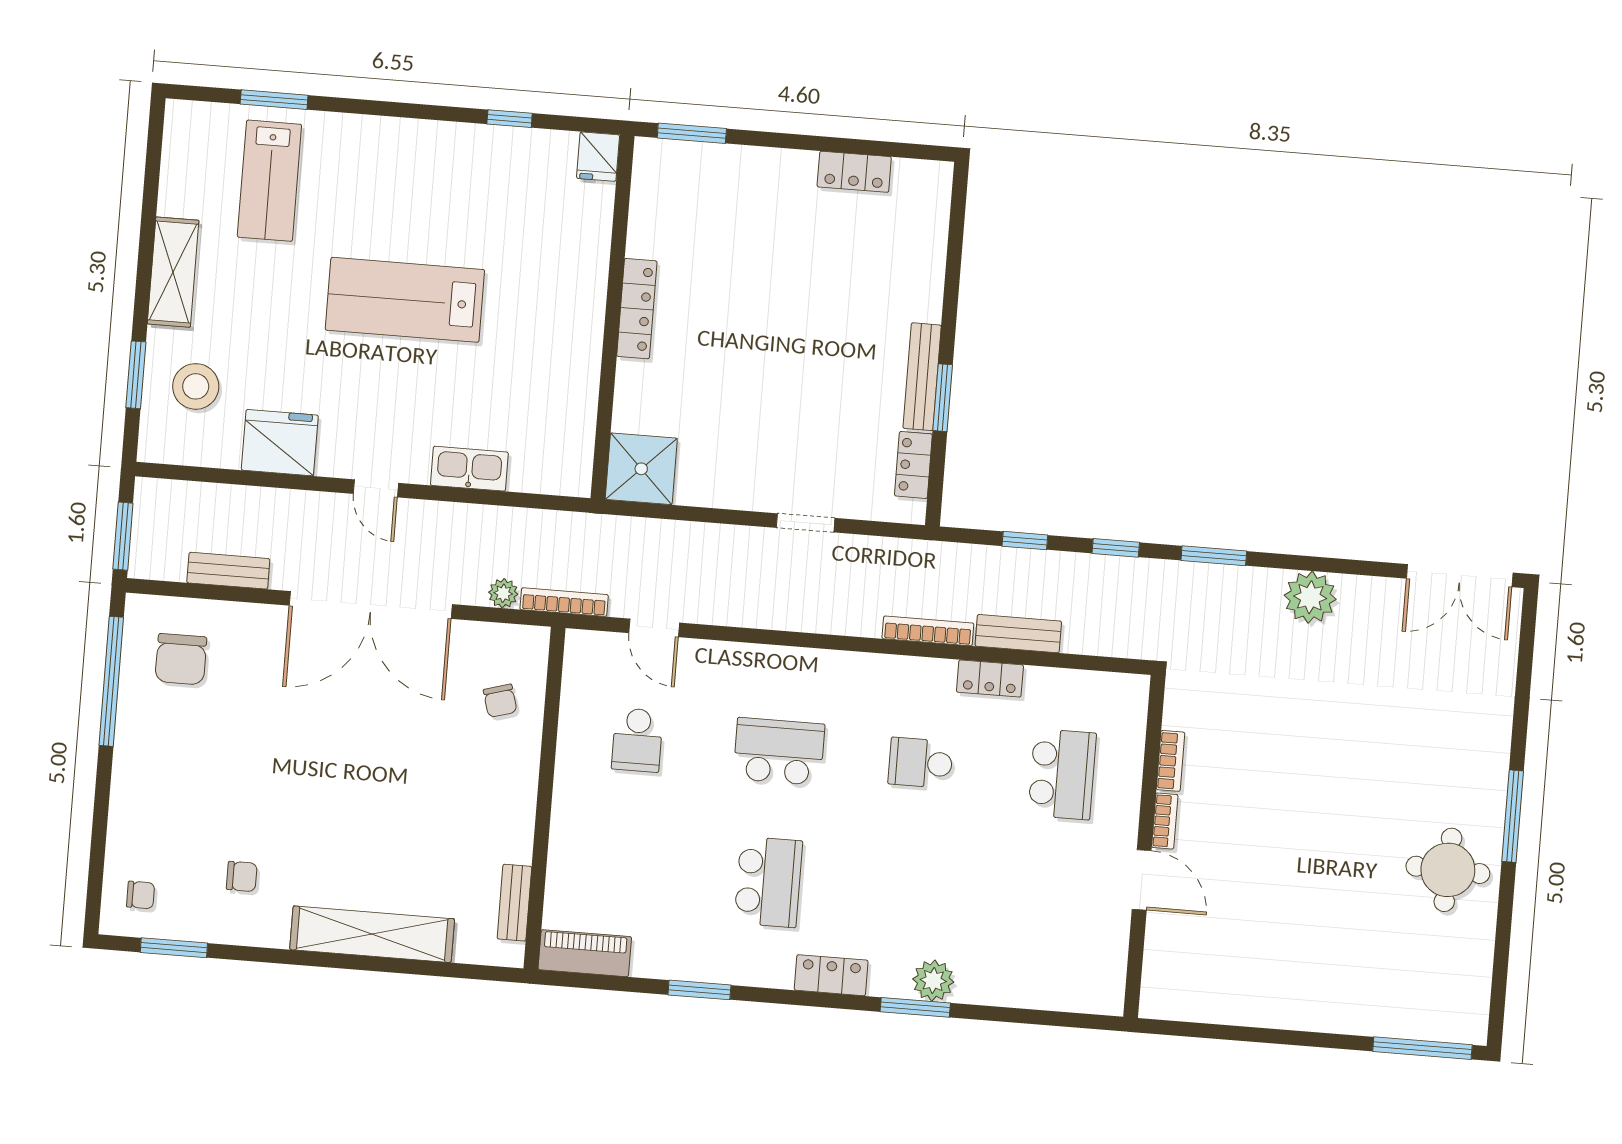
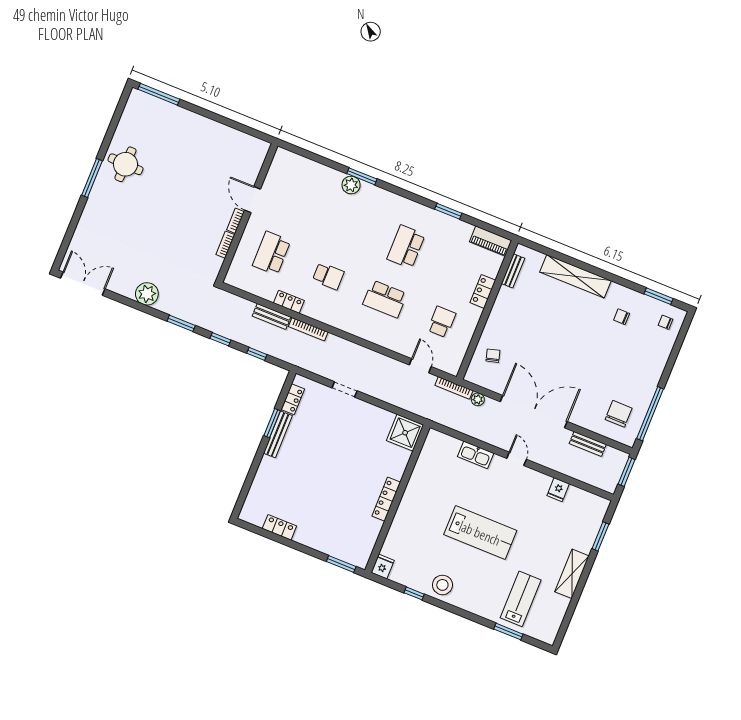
stool: (196, 386) -> (442, 585), moved
fridge: (280, 443) -> (558, 490), width x0.53, depth x0.75
locker: (831, 975) -> (483, 291), moved, turned 90

